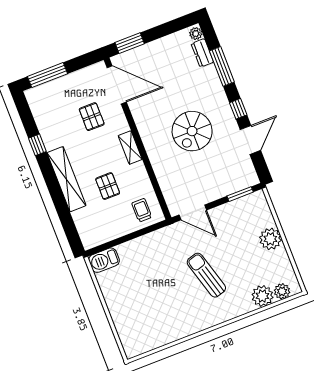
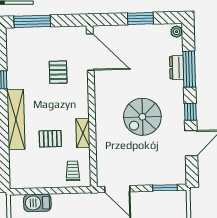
window: (130, 43) -> (140, 19), moved
dresser: (202, 53) -> (177, 68), moved
shelving: (130, 148) -> (83, 133), moved
pallet: (108, 186) -> (50, 139), turned 90
barbecue: (104, 260) -> (37, 203), moved

